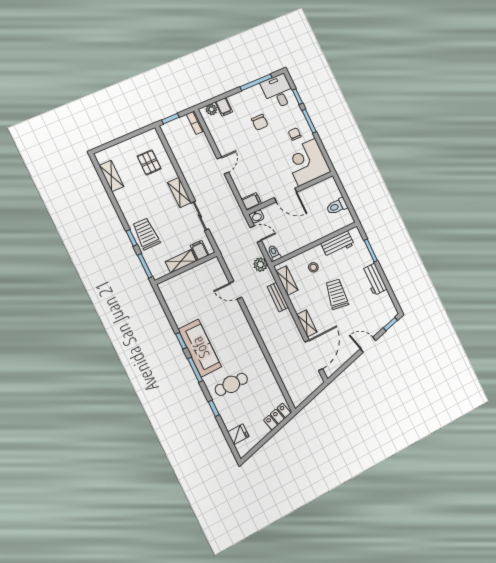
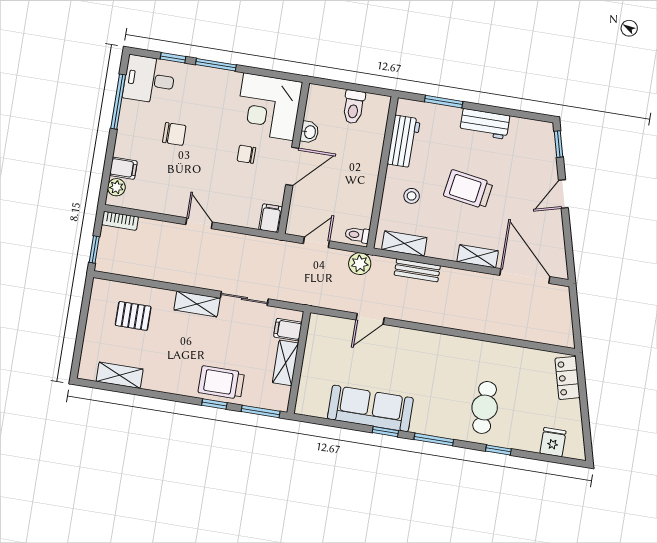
chair: (295, 134) -> (246, 154), moved
washbasin: (257, 216) -> (310, 132), moved
sofa: (200, 348) -> (370, 408), moved

